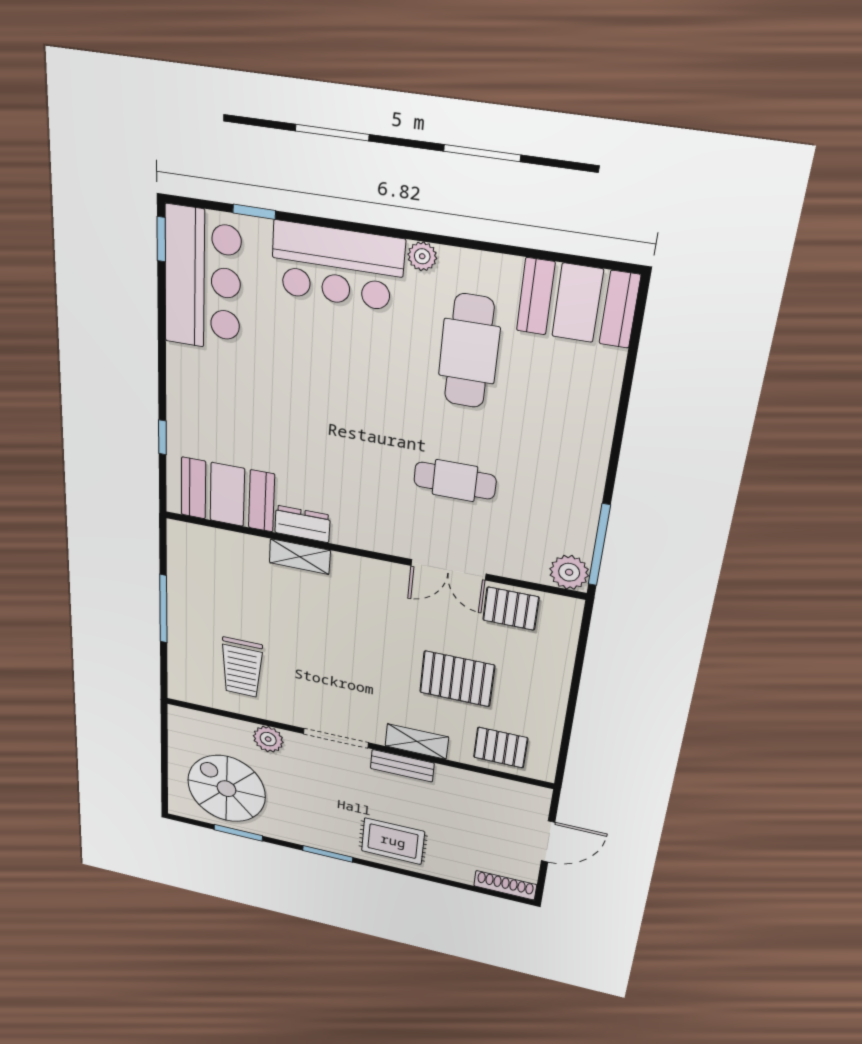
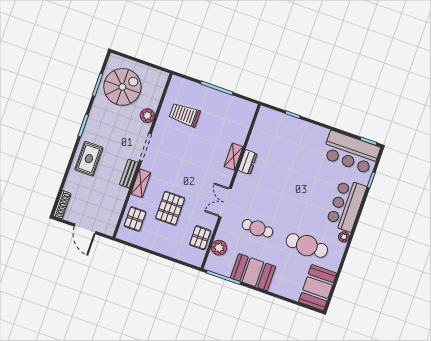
cafe table: (455, 481) -> (257, 228), turned 90
booth: (227, 494) -> (253, 272), moved, turned 90
double door: (448, 570) -> (225, 203), moved
plant: (569, 572) -> (219, 248), moved

